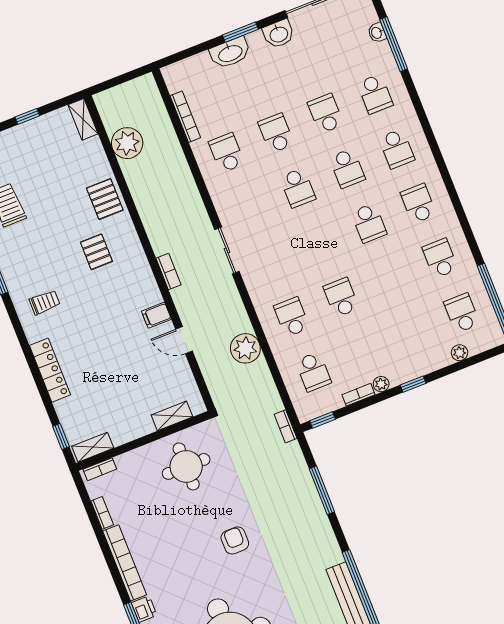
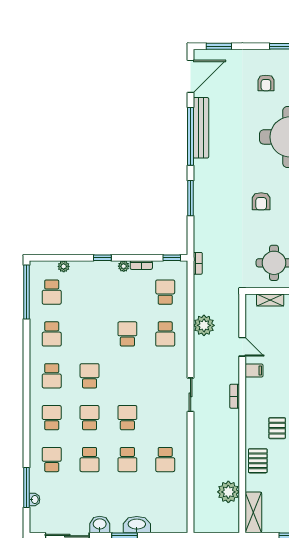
bookcase: (185, 117) -> (183, 494), removed
shelving: (83, 119) -> (253, 512), width x1.50, depth x1.33
school desk: (341, 297) -> (127, 334), turned 180
window: (322, 490) -> (191, 198), moved

